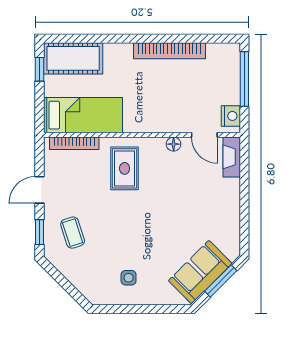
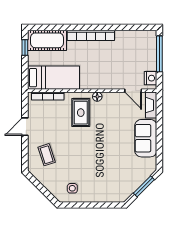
bookcase: (169, 51) -> (91, 35), moved
floor lamp: (174, 144) -> (97, 97), moved
window: (39, 232) -> (25, 154), removed
sofa: (200, 272) -> (146, 138), moved, turned -45
side table: (129, 278) -> (72, 188), moved

